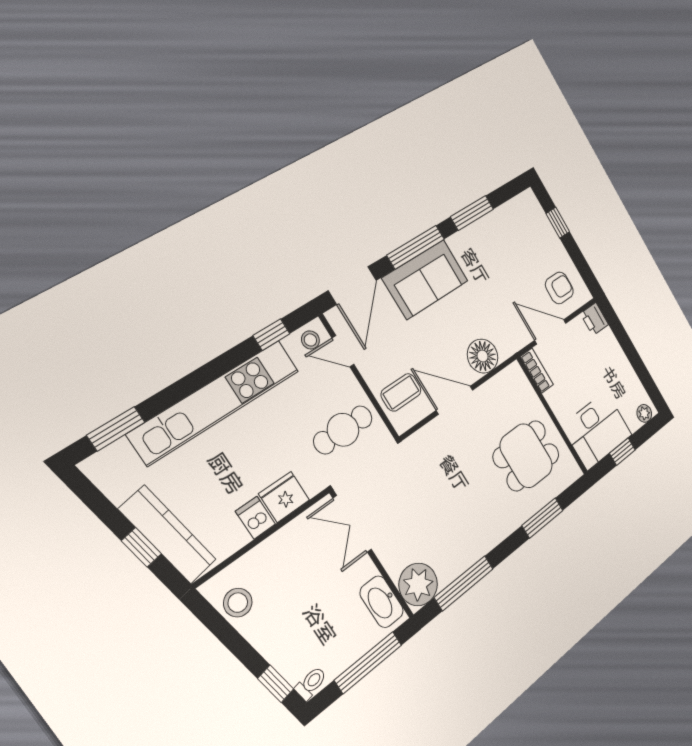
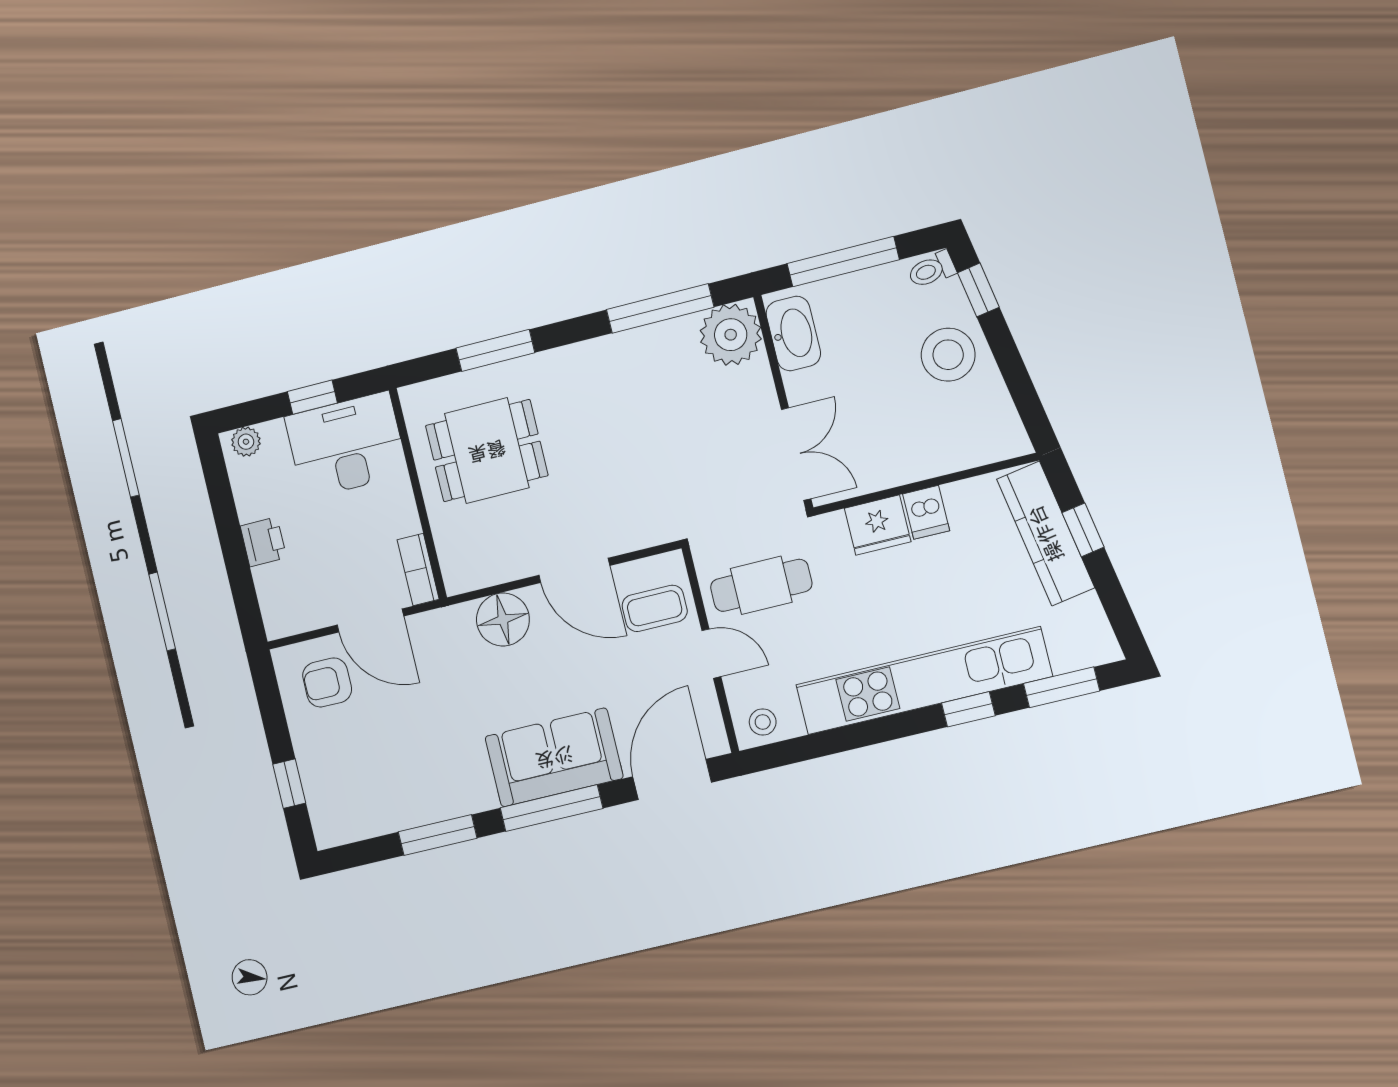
printer: (594, 319) -> (263, 542), moved
window: (271, 335) -> (968, 709), moved
door: (343, 351) -> (711, 654), moved
stool: (238, 603) -> (948, 355), moved, width x1.38, depth x1.38

